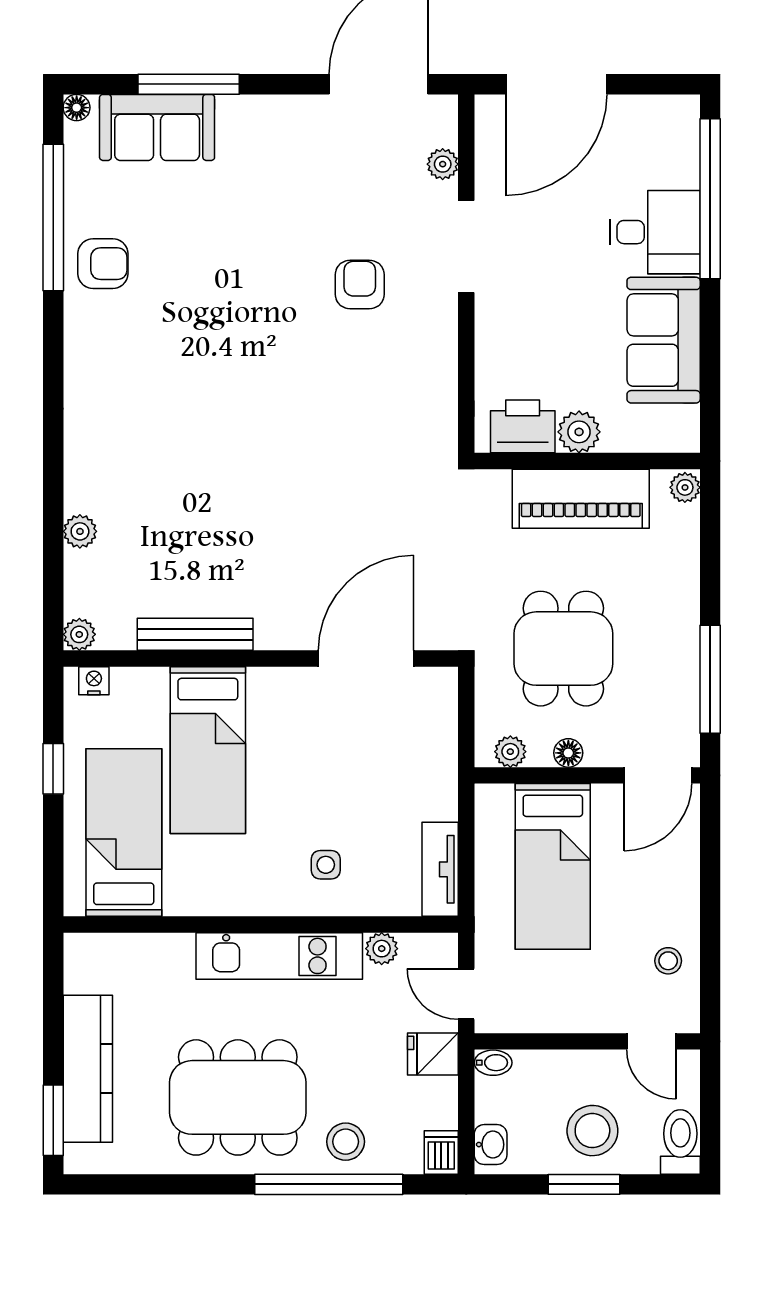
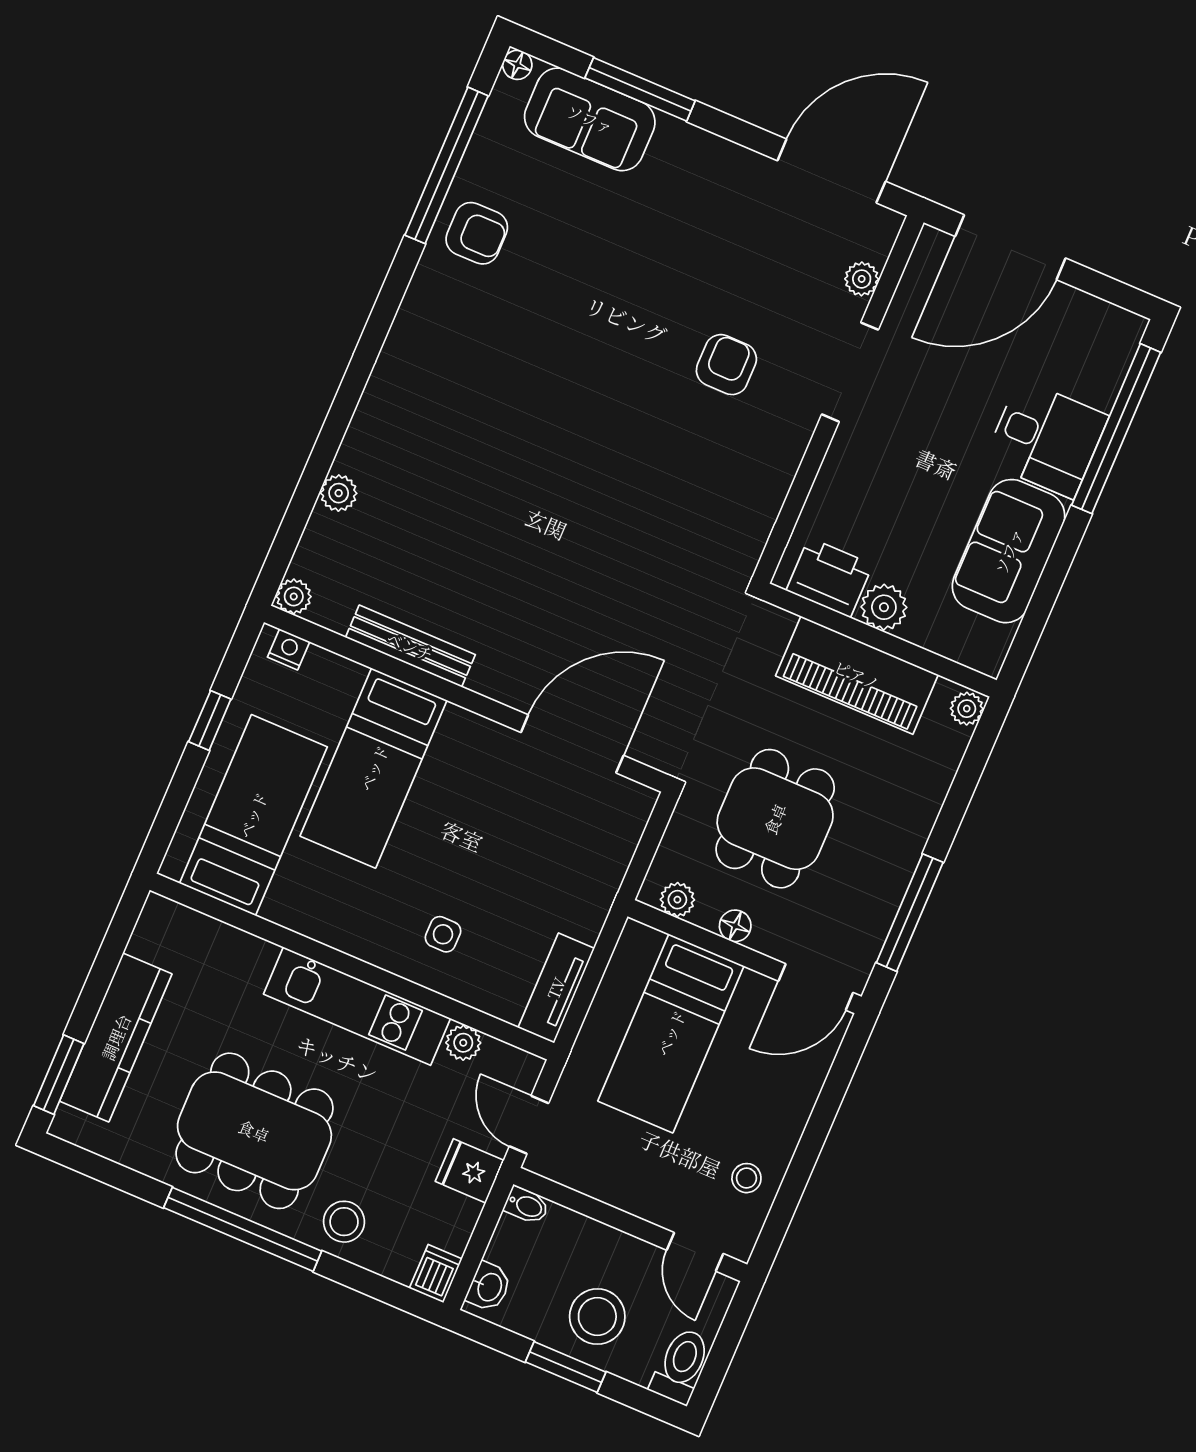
window: (329, 1184) -> (243, 1229), moved

